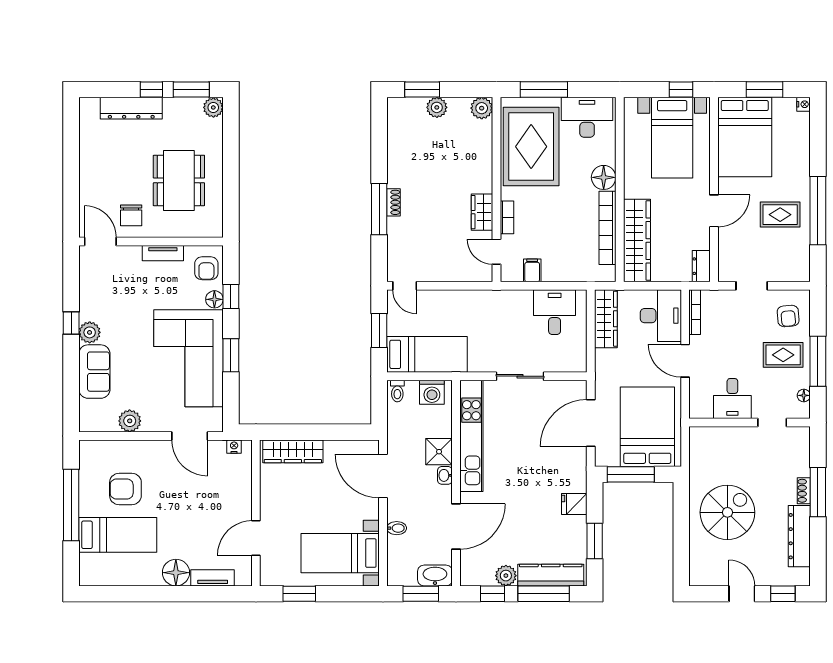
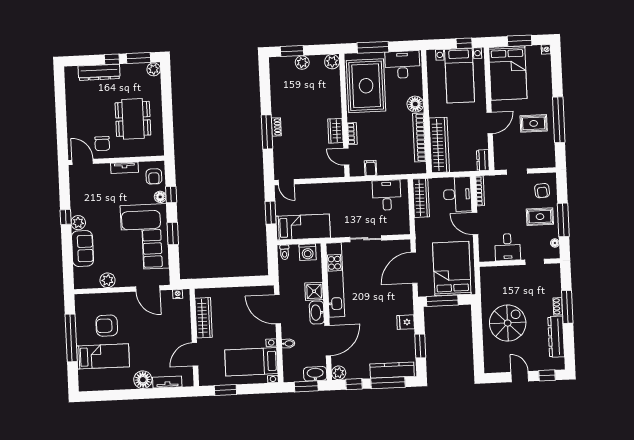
wardrobe: (293, 451) -> (204, 318), moved, turned -90
washbasin: (445, 475) -> (317, 313), width x1.91, depth x1.45
plant: (506, 576) -> (339, 373), moved

